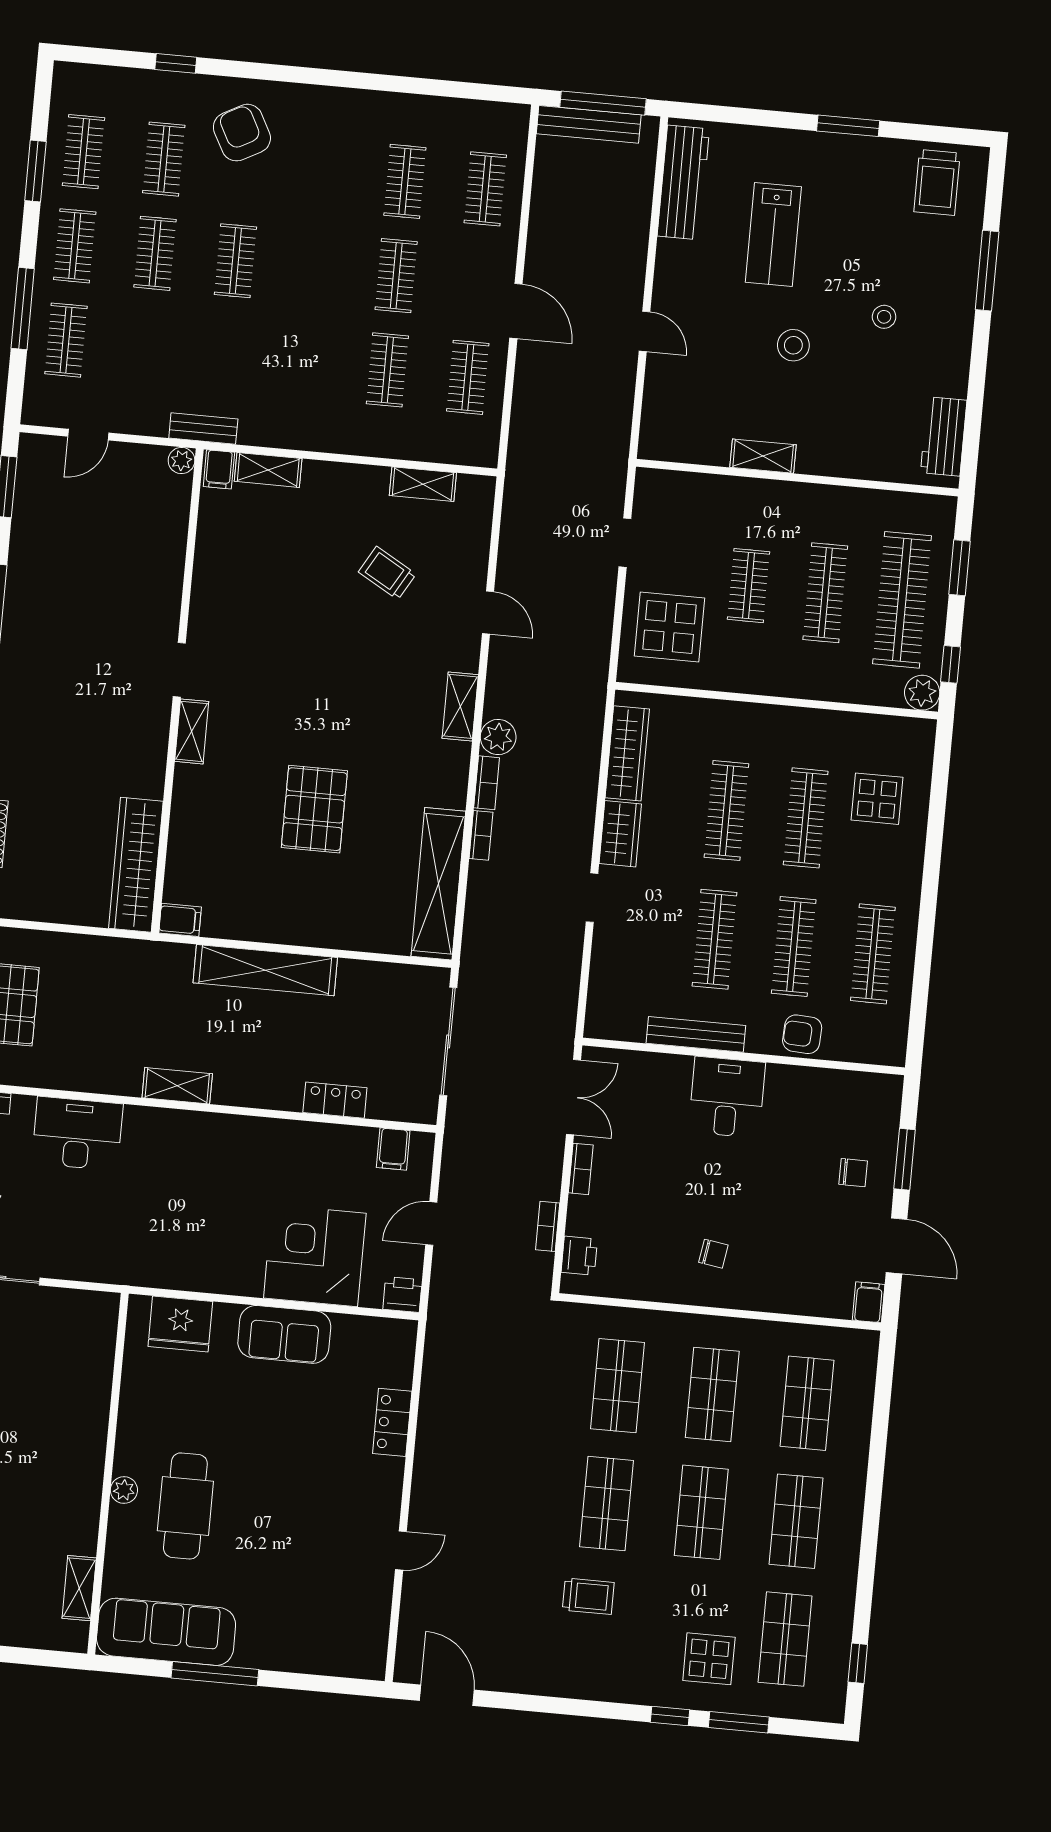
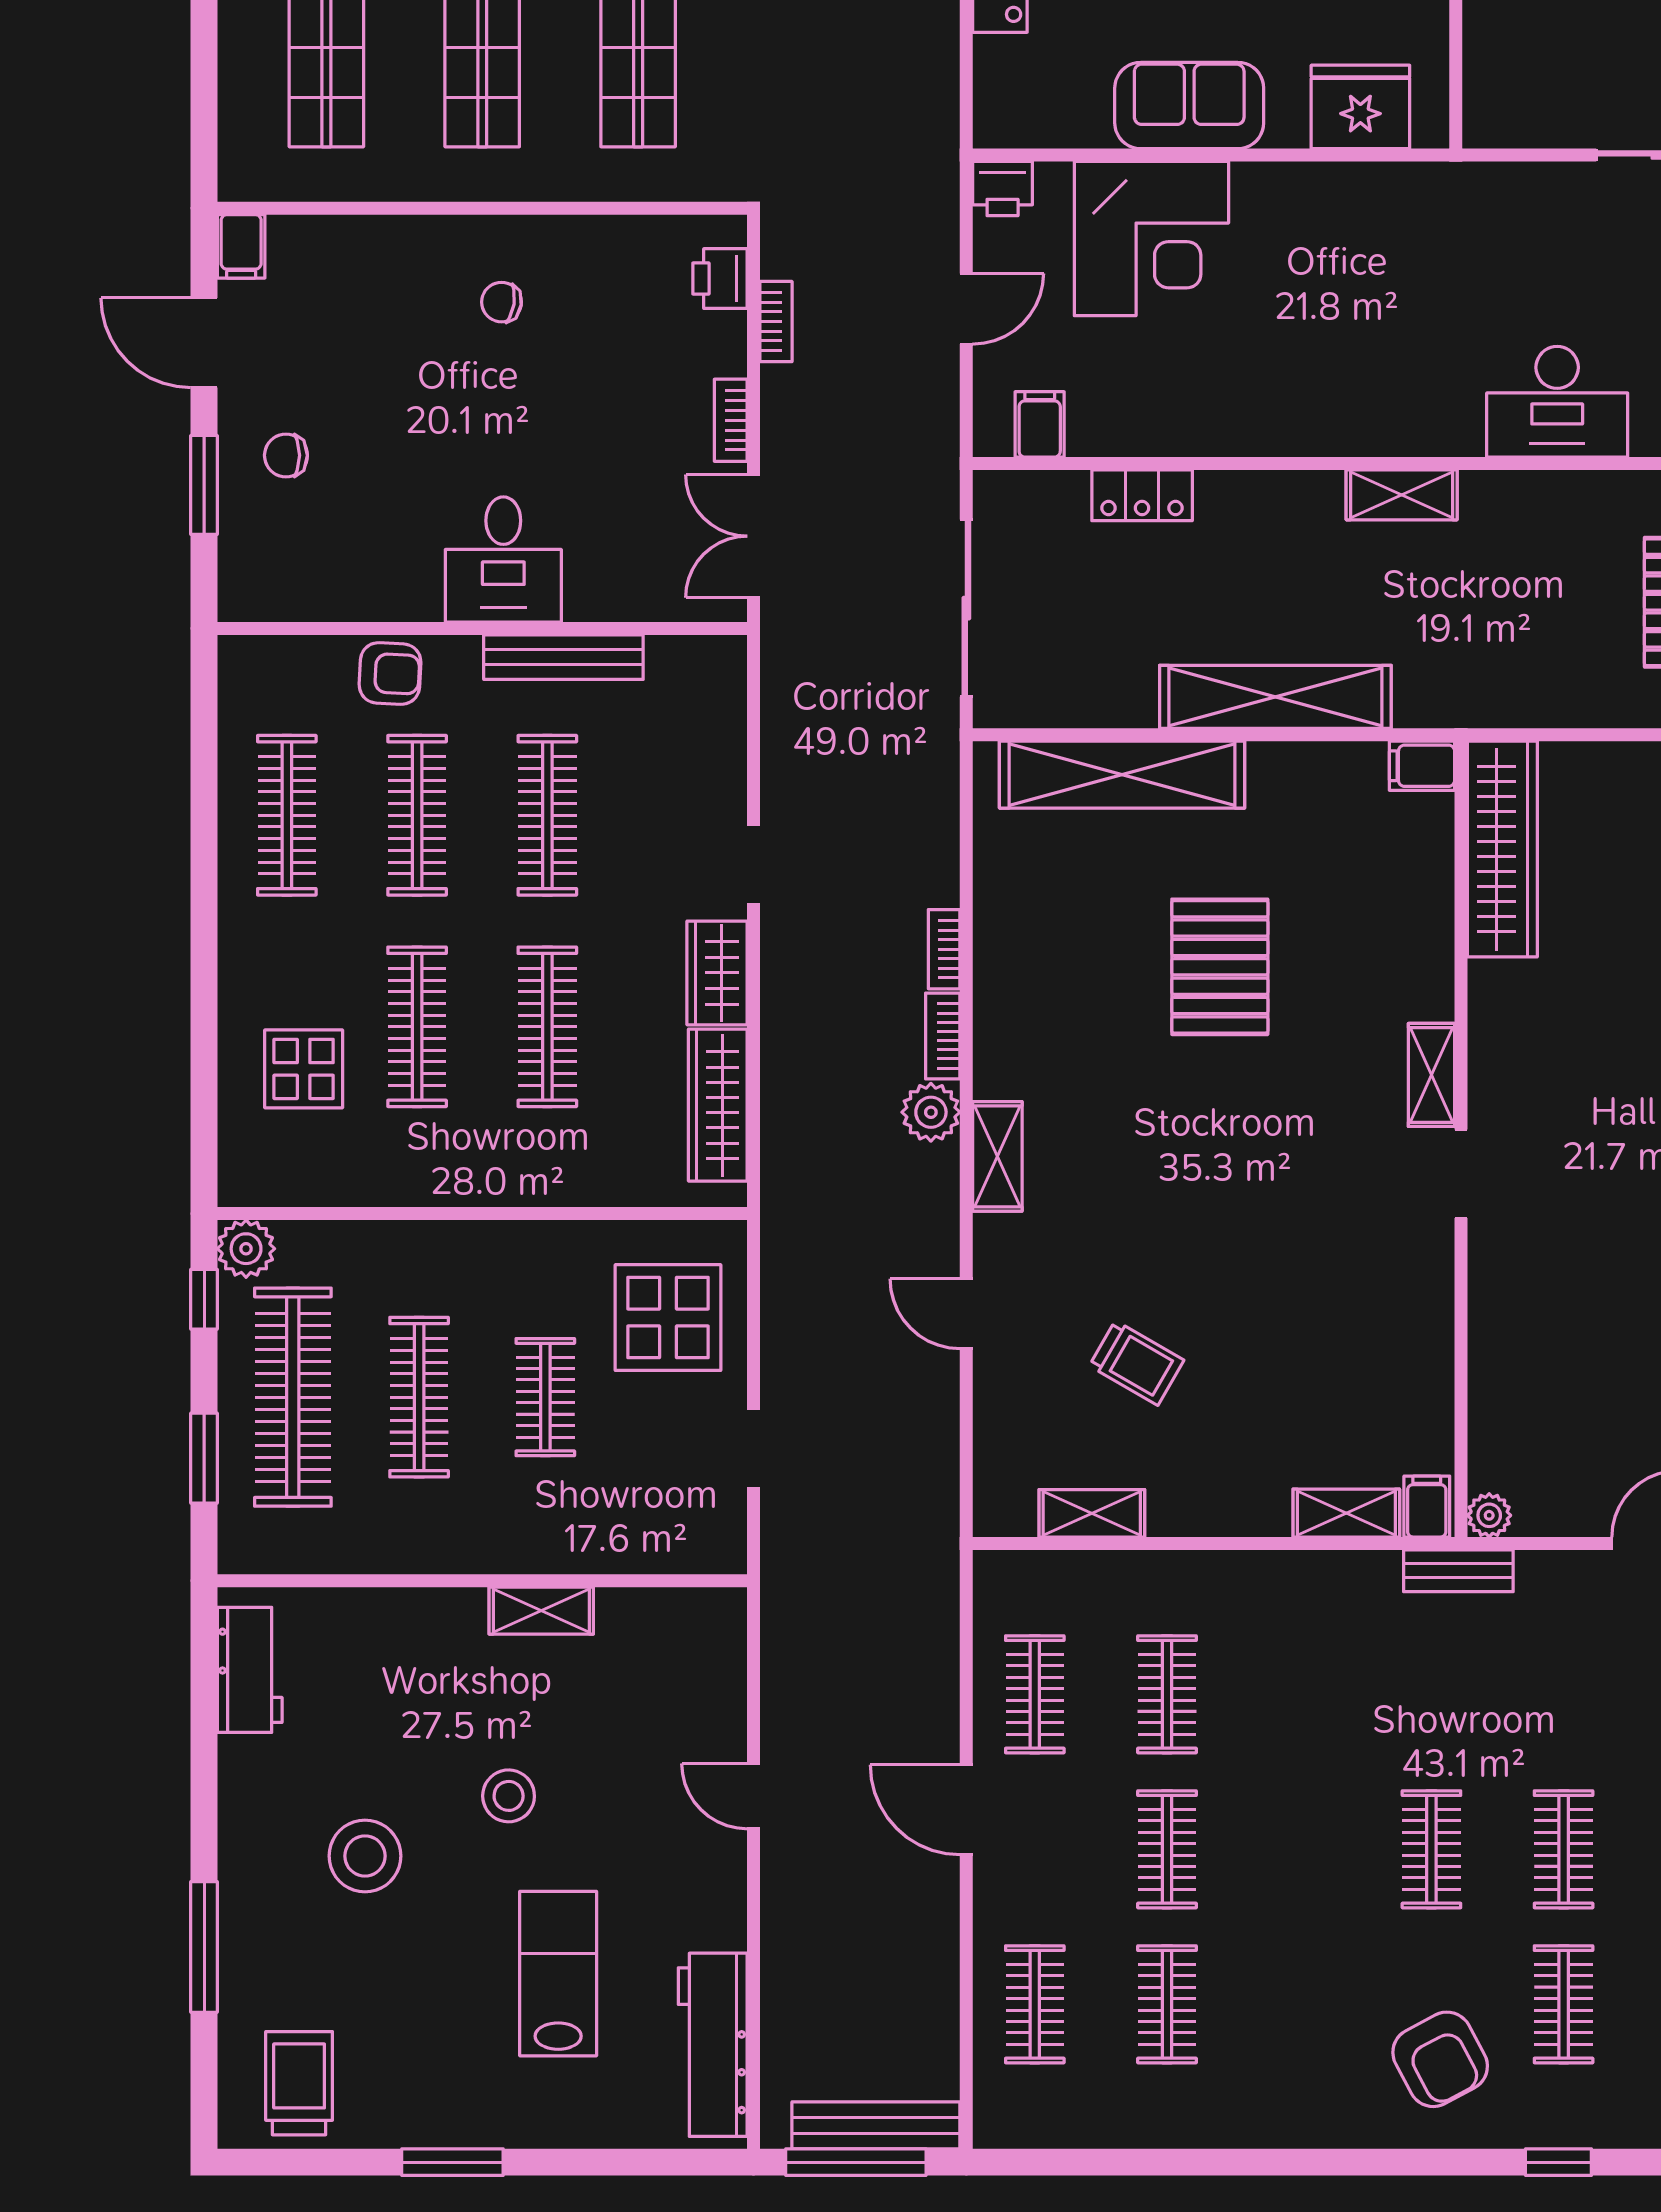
stool: (884, 317) -> (365, 1856), width x1.89, depth x1.89
shelving: (438, 884) -> (1122, 775), moved, turned 90

